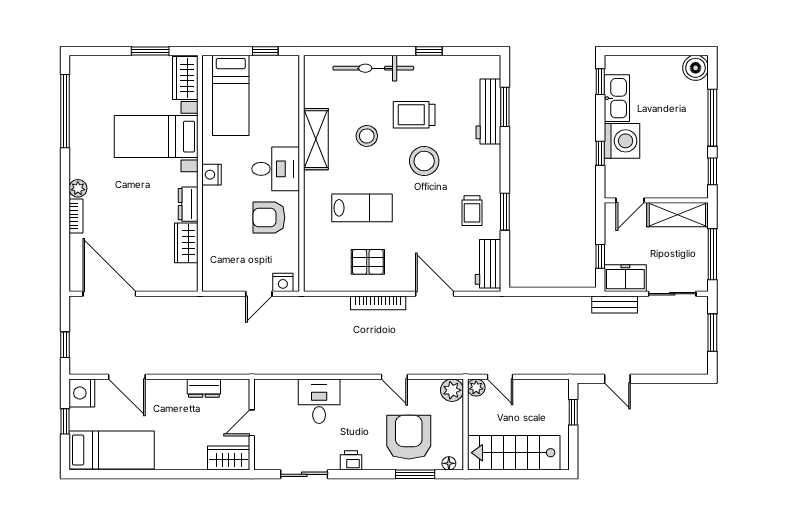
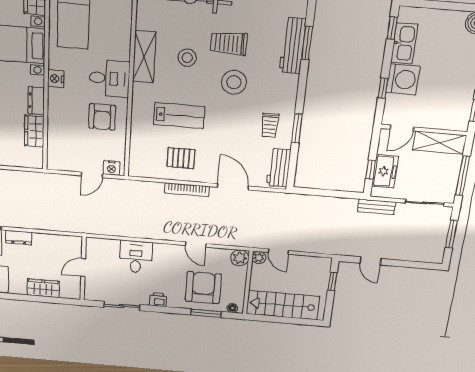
armchair: (269, 217) -> (102, 117), turned -90
freezer: (625, 278) -> (385, 171), moved, turned 90
dresser: (204, 388) -> (19, 238), moved
wardrobe: (229, 458) -> (43, 288), moved

